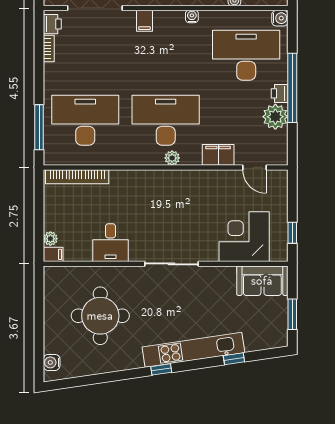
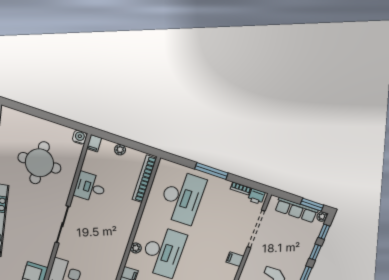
window: (39, 127) -> (211, 171), moved
plant: (50, 239) -> (120, 150), moved
water cooler: (52, 362) -> (80, 137), moved

